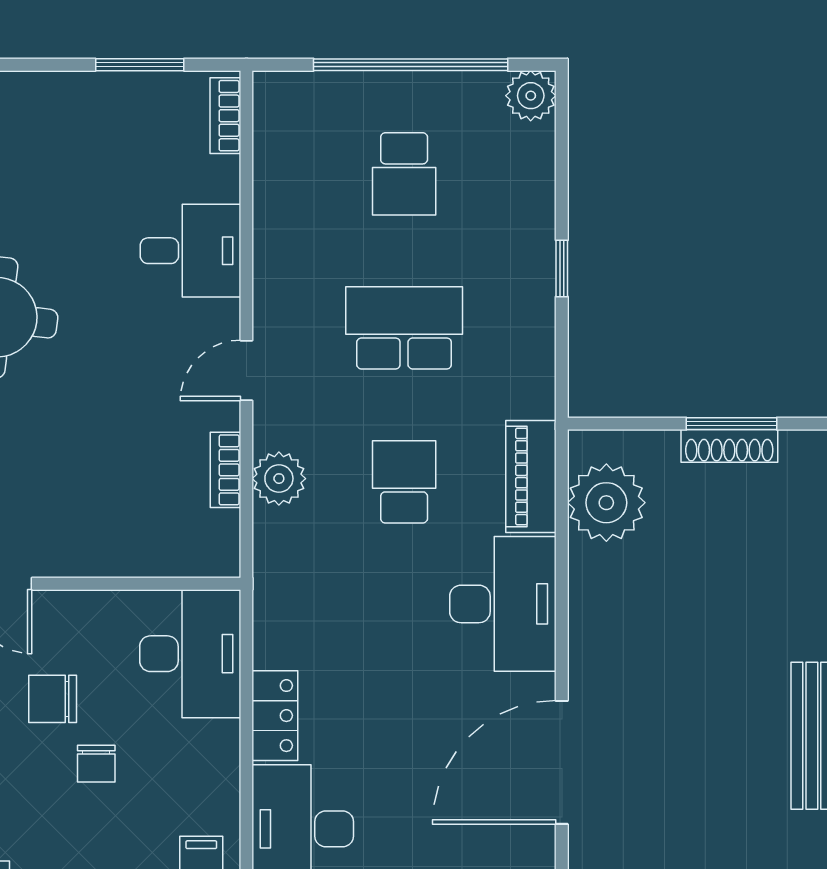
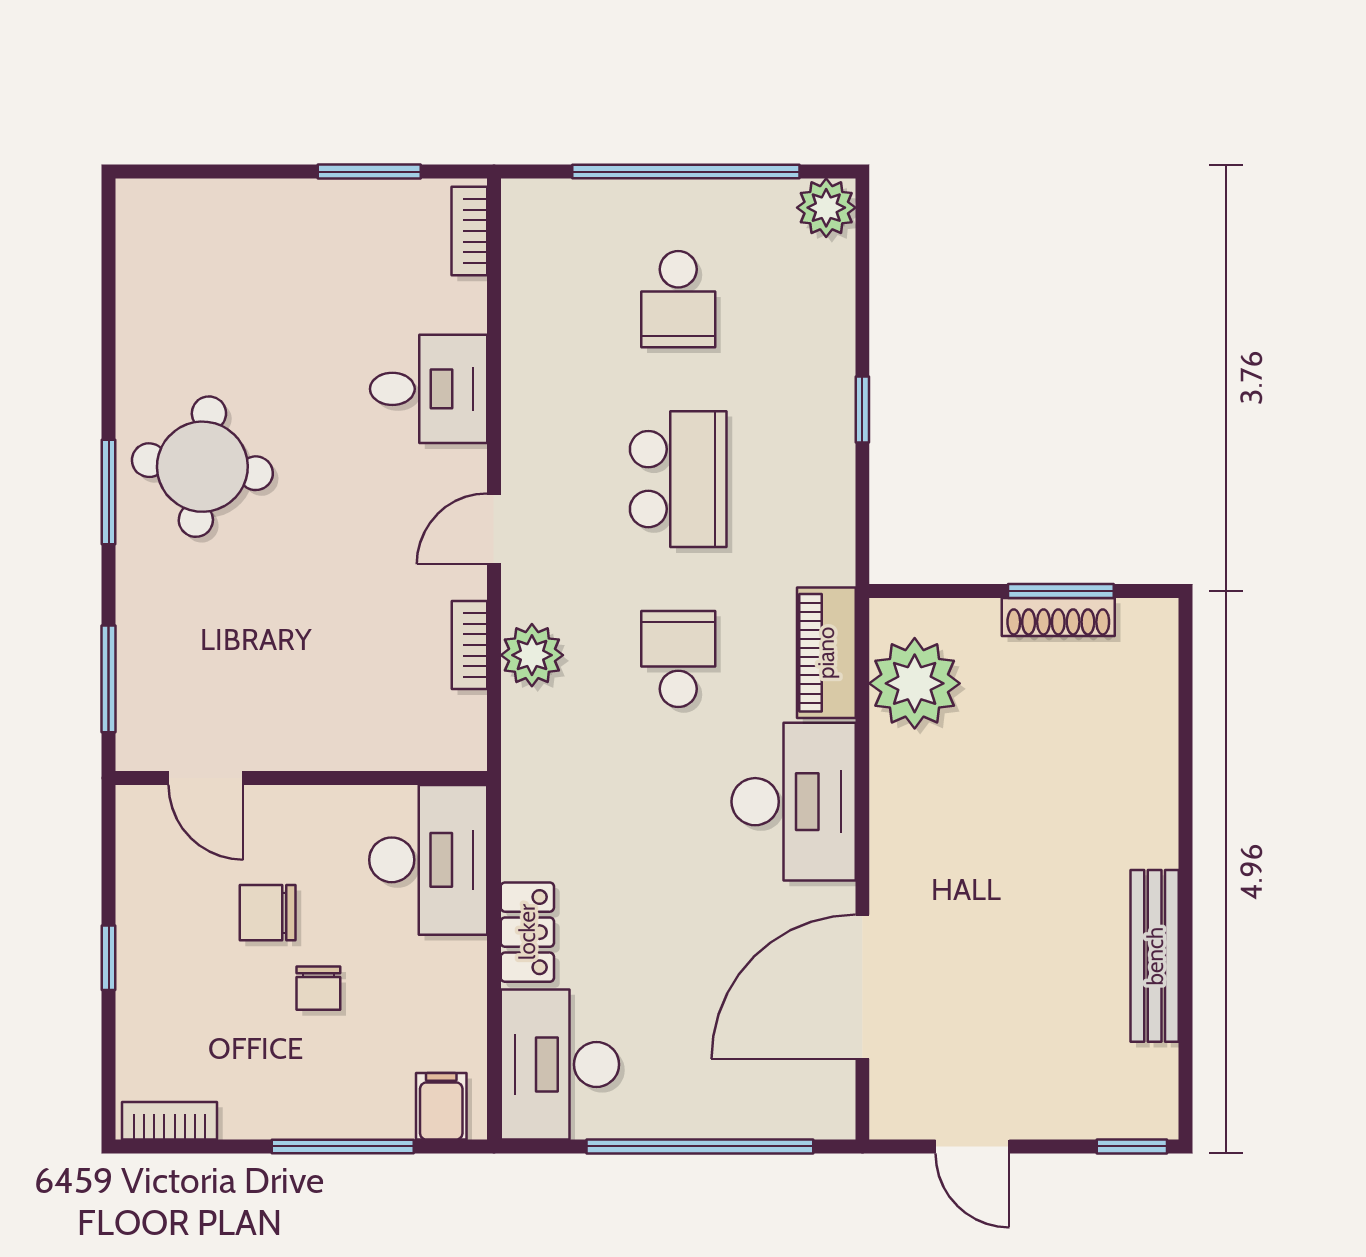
school desk: (404, 328) -> (678, 479), turned 90

